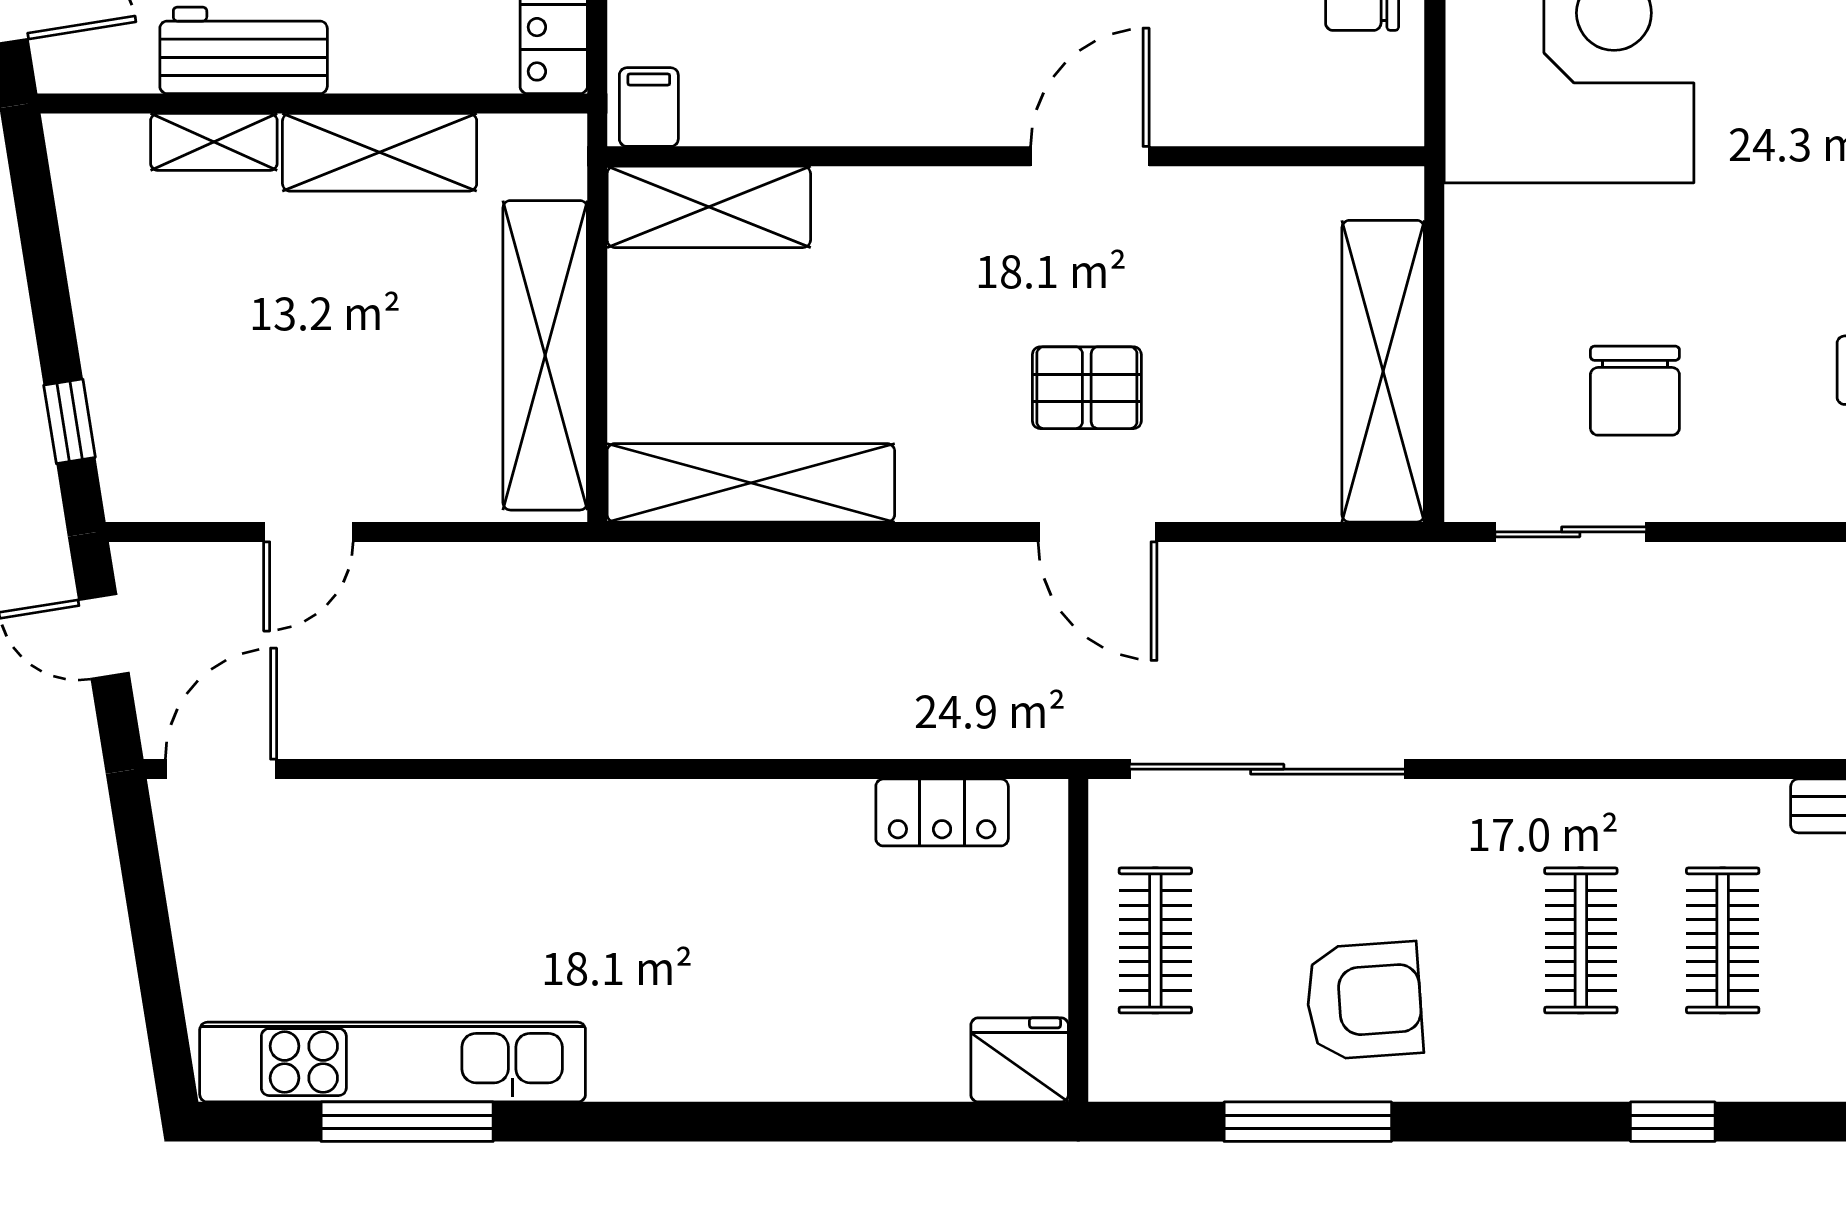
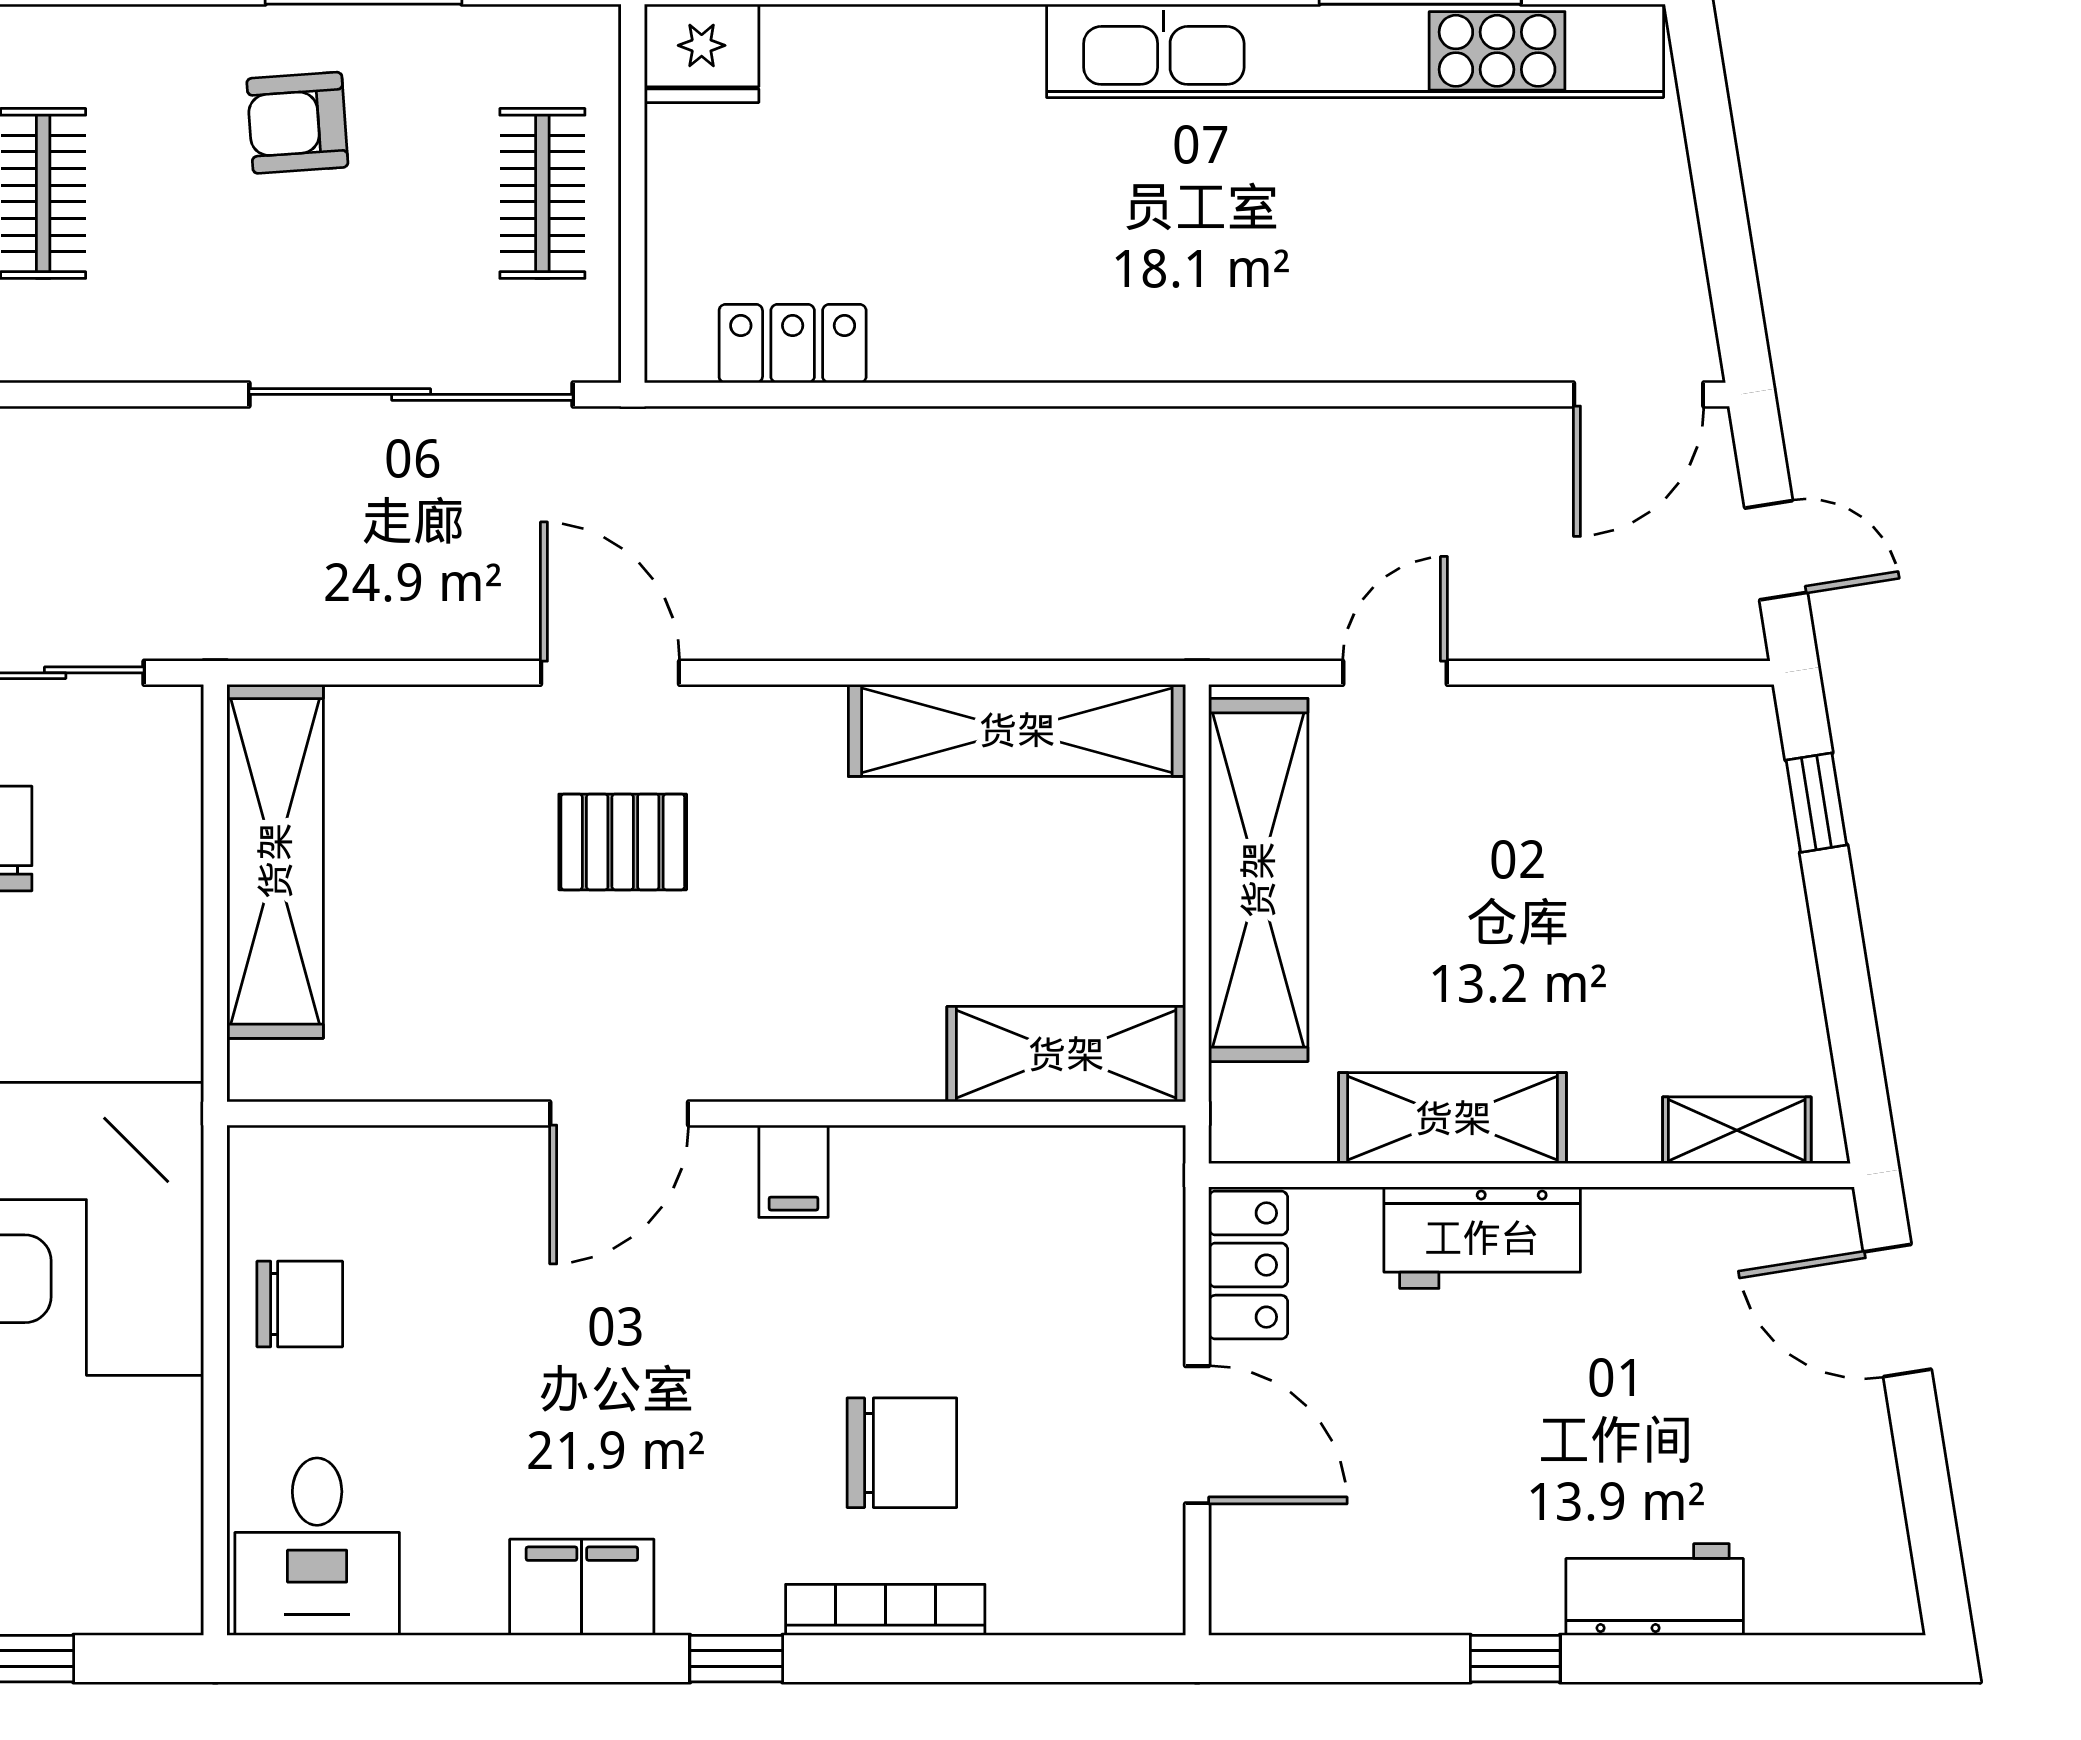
workbench: (244, 50) -> (1482, 1238), moved
filing cabinet: (649, 107) -> (793, 1171), moved
shelving: (214, 142) -> (1737, 1130), moved
door: (308, 532) -> (1395, 673), moved
armchair: (1364, 1001) -> (297, 123), width x0.72, depth x0.72
kitchen unit: (393, 1062) -> (1355, 51), width x1.36

